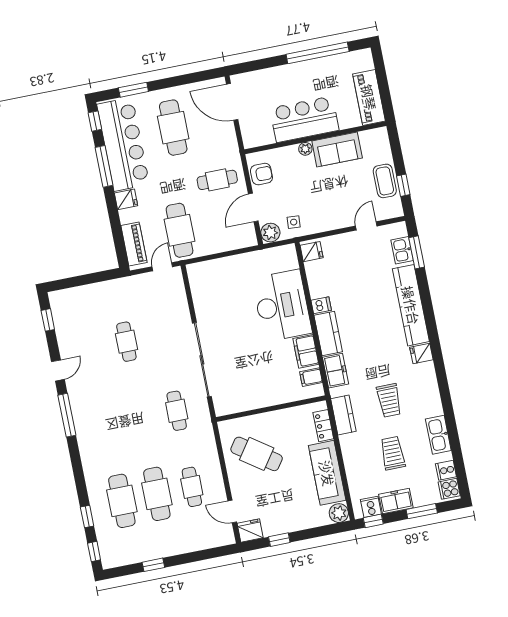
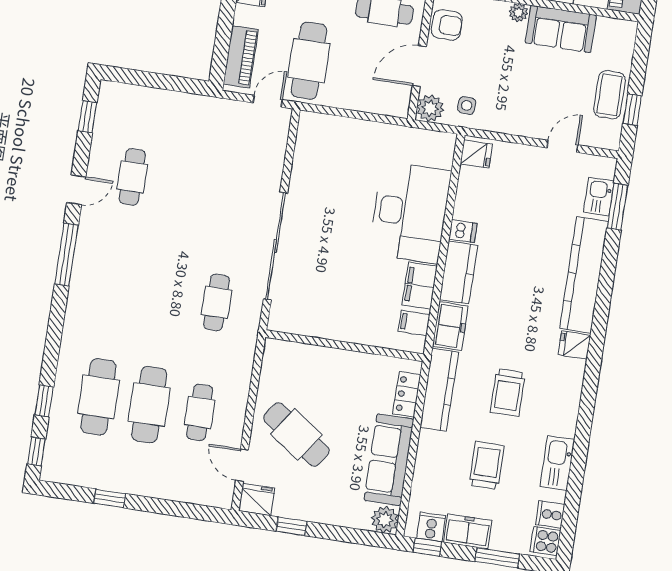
cafe table: (126, 342) -> (132, 177), moved
kitchen counter: (343, 415) -> (439, 390), width x1.50
cafe table: (257, 454) -> (296, 434), moved

